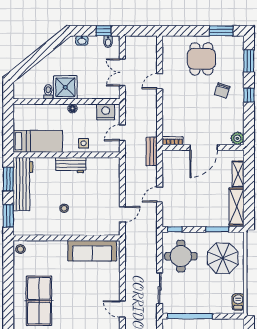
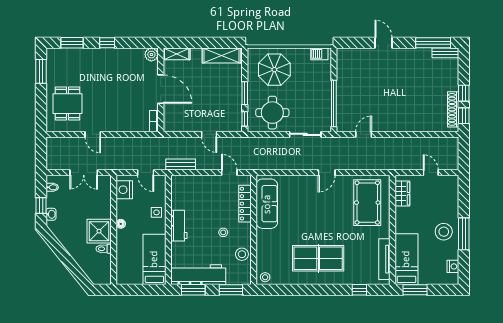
window: (104, 31) -> (41, 206), moved
dining table: (201, 59) -> (67, 104), moved, turned 90
chair: (222, 90) -> (102, 70), removed
bench: (152, 151) -> (181, 164), moved
shelving: (238, 174) -> (177, 54), moved
stool: (43, 227) -> (242, 254), added
window: (217, 229) -> (245, 93), moved
locker: (92, 230) -> (245, 204), added

